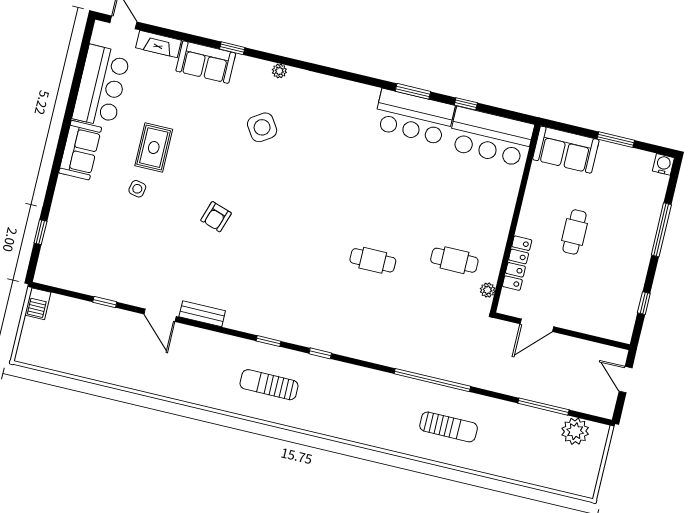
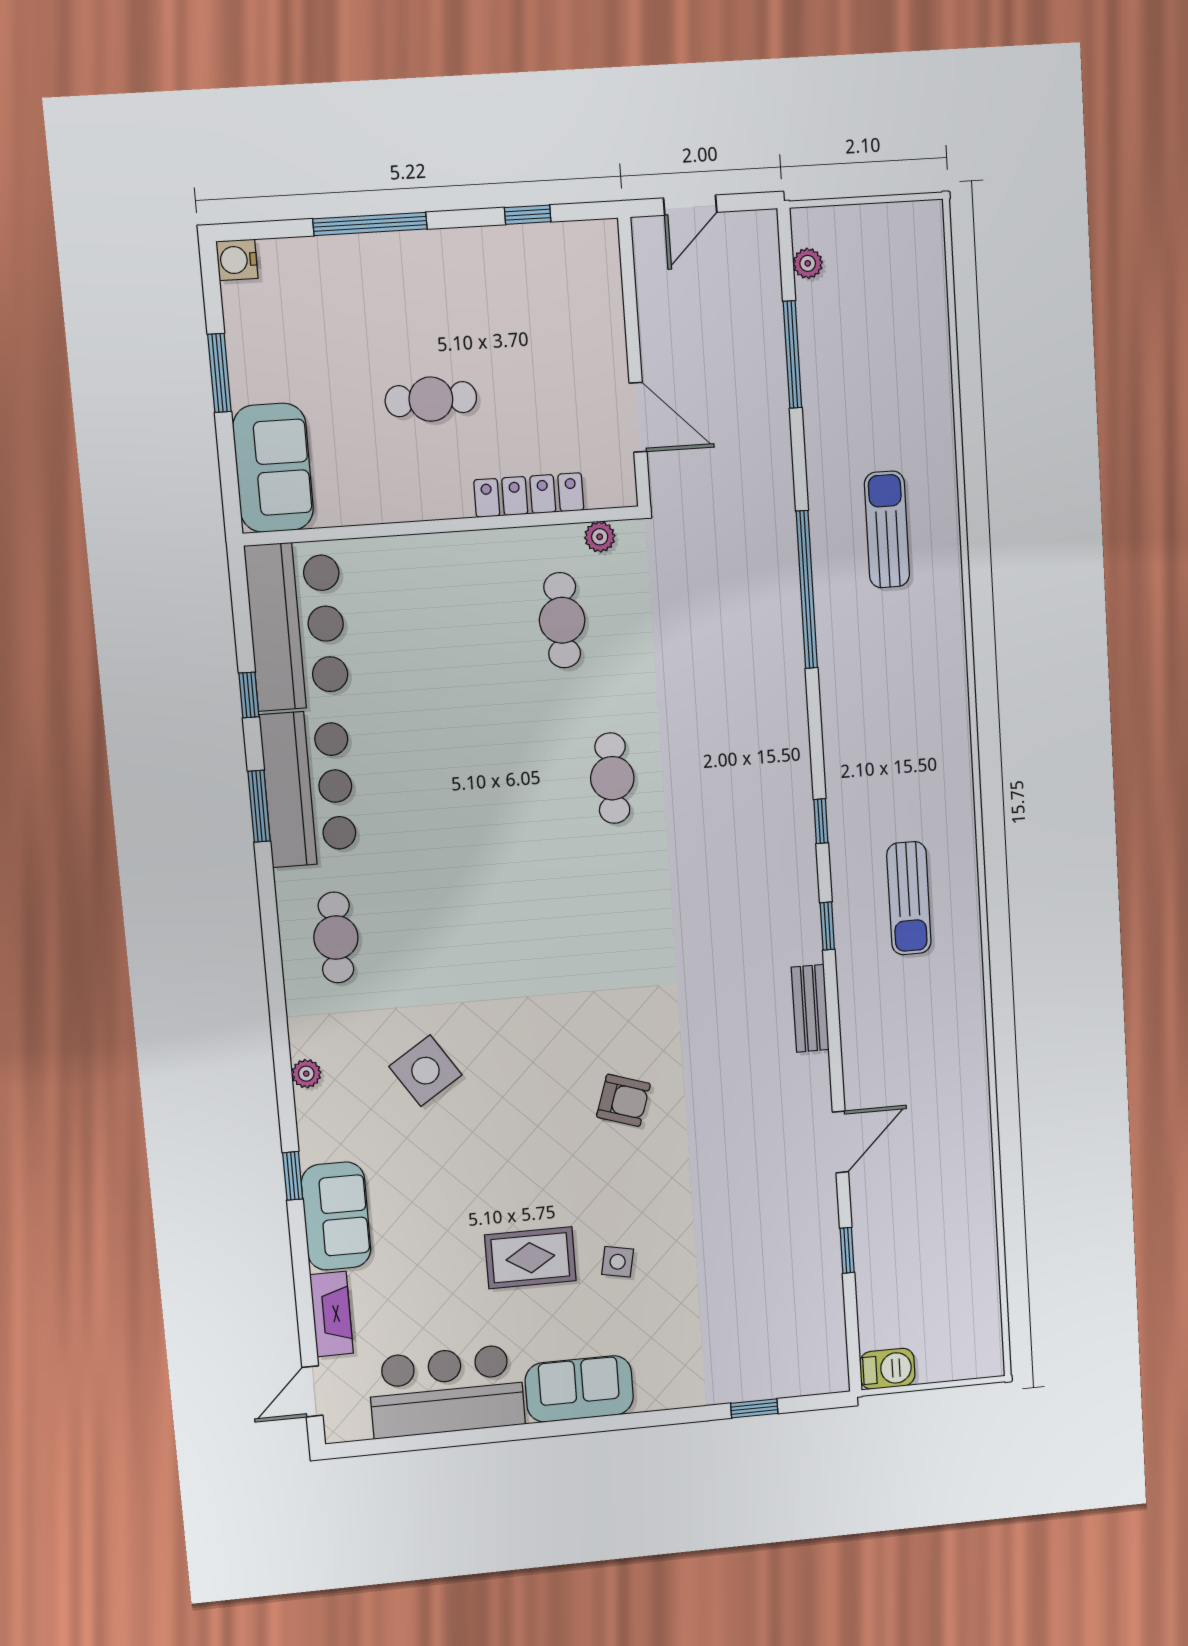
cafe table: (340, 106) -> (336, 937), added
bench: (202, 314) -> (810, 1008), moved
plant: (575, 431) -> (808, 263), width x0.53, depth x0.53

